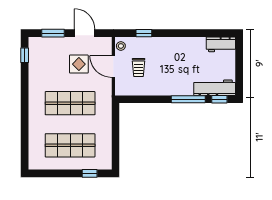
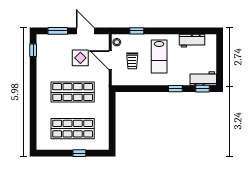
workbench: (221, 44) -> (192, 41), moved
lab bench: (169, 62) -> (159, 56), added
workbench: (215, 88) -> (203, 79), width x0.73
window: (188, 99) -> (175, 89), width x0.46
window: (90, 173) -> (79, 153), moved

